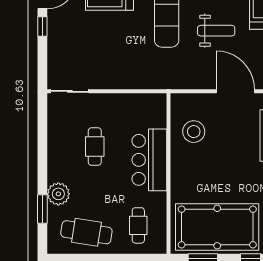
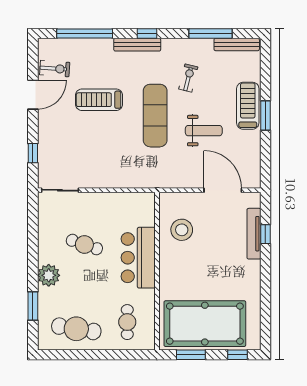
window: (42, 27) -> (33, 153), moved
cafe table: (95, 147) -> (84, 244), turned -71
plant: (58, 194) -> (49, 275), moved

